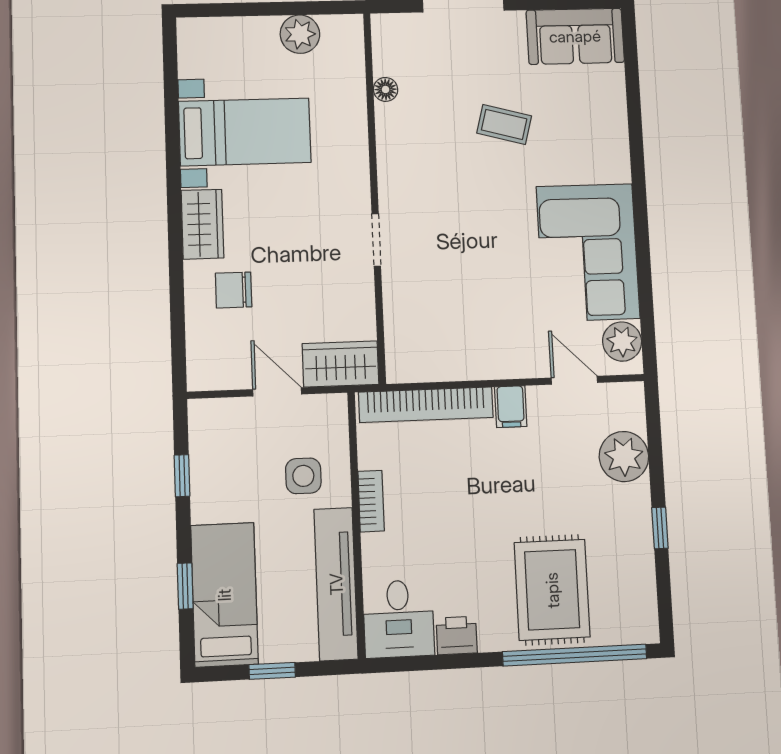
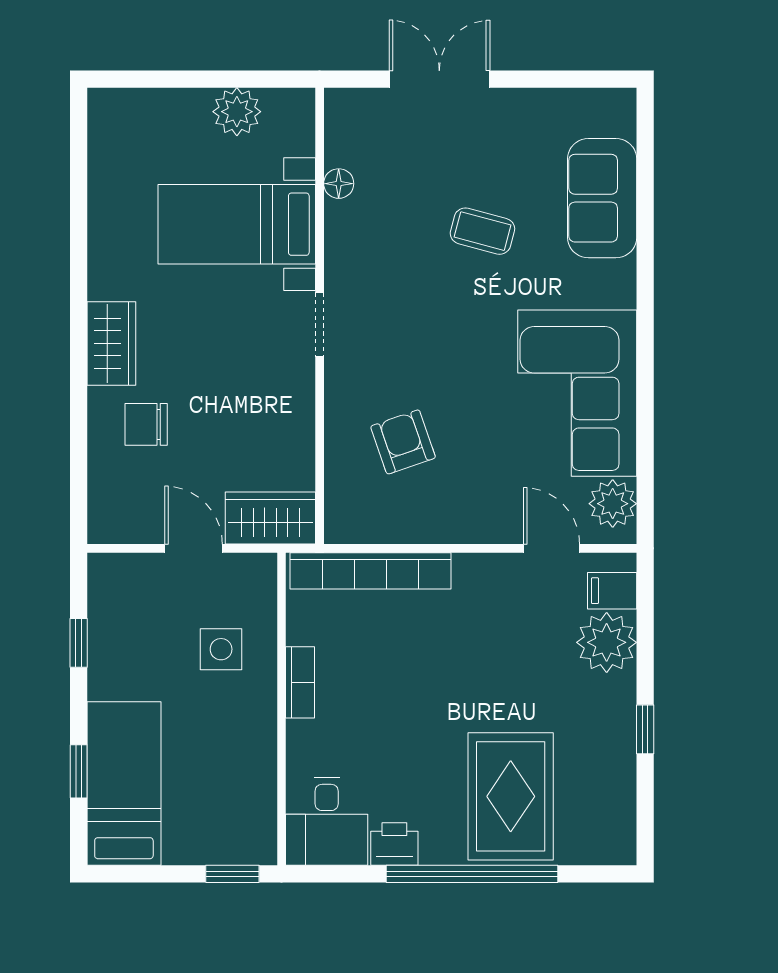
sofa: (575, 36) -> (602, 198), moved, turned 90
bed with nightstands: (245, 132) -> (237, 224), moved, turned 180
doorway: (376, 240) -> (320, 324), moved
armchair: (448, 297) -> (403, 442), added
filing cabinet: (511, 407) -> (612, 591), moved, turned 90
tv unit: (336, 584) -> (255, 777), removed
window: (575, 655) -> (472, 874), moved
window: (272, 671) -> (232, 874), moved

